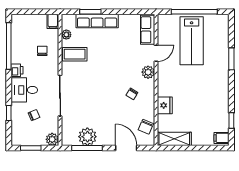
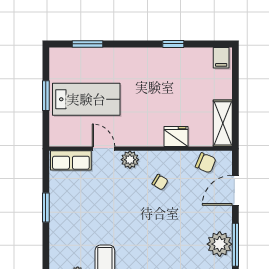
window: (90, 12) -> (46, 207), moved
window: (194, 12) -> (46, 96), width x0.47
row of seats: (97, 21) -> (59, 231), removed
window: (231, 59) -> (88, 44), moved
window: (231, 121) -> (173, 44), moved

